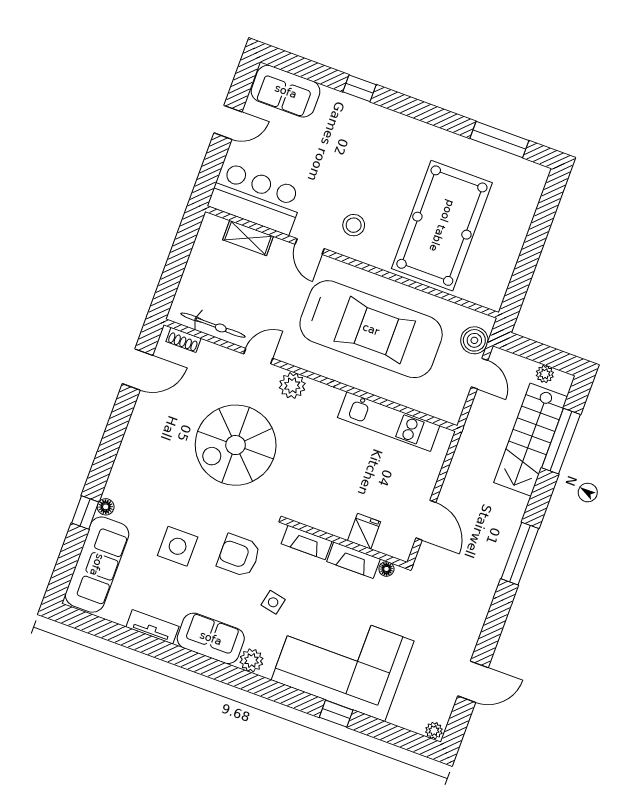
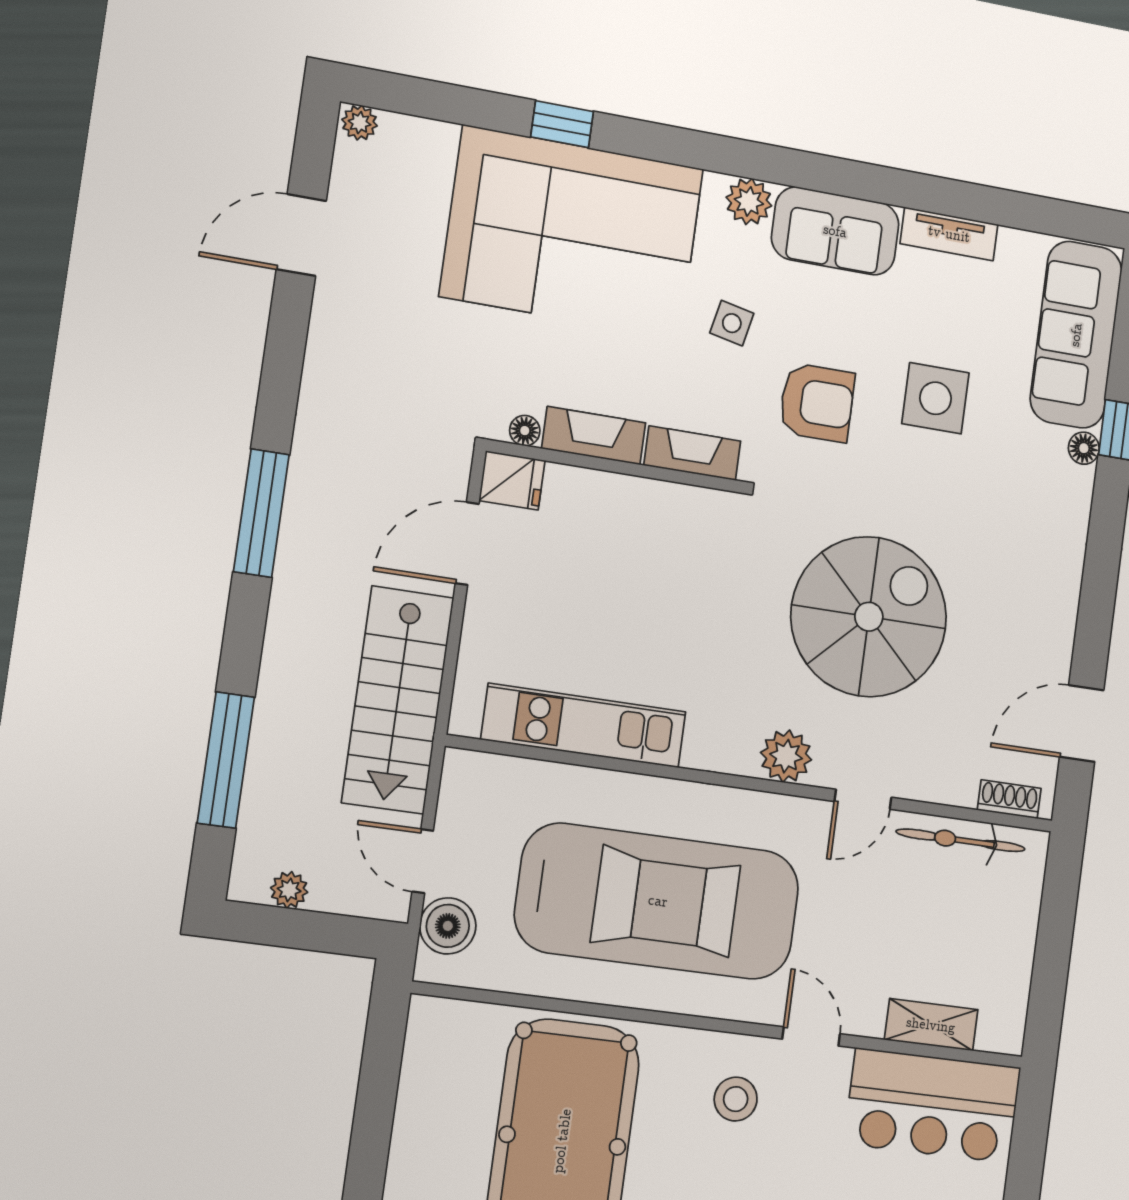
car: (371, 329) -> (658, 901), turned 180
stairs: (531, 440) -> (398, 700), moved, turned 180
door: (426, 520) -> (467, 544), hinge flipped
fridge: (364, 531) -> (512, 480), moved, turned -90

